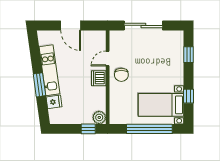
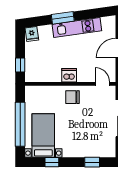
door: (108, 59) -> (102, 84), moved
fridge: (54, 102) -> (32, 34), moved
plant: (99, 117) -> (31, 76), removed

